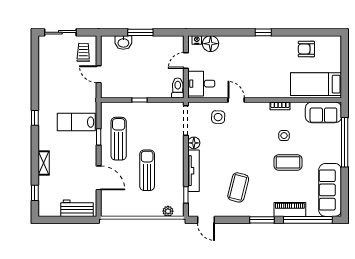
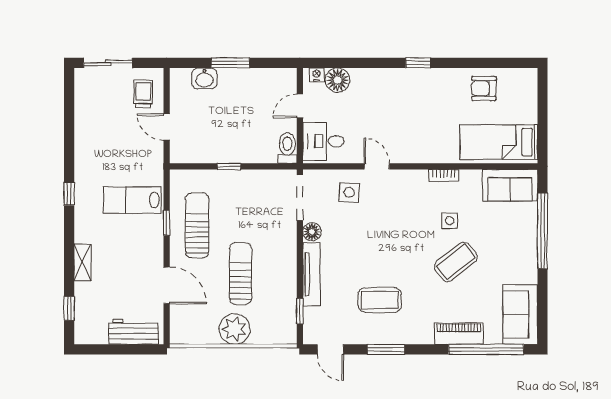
coffee table: (288, 162) -> (456, 262), turned -38
coffee table: (238, 187) -> (380, 300), turned 76
sofa: (330, 190) -> (520, 315), width x0.73
plant: (168, 211) -> (235, 329), moved, width x1.88, depth x1.88
window: (262, 220) -> (386, 349), moved

